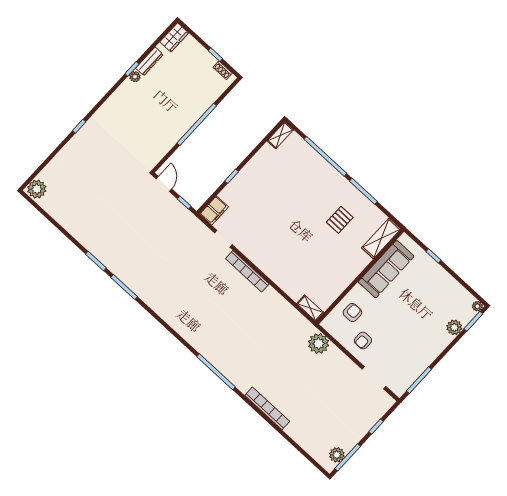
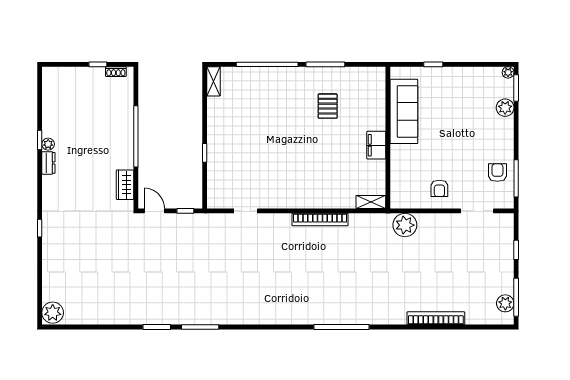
wardrobe: (174, 37) -> (125, 185), moved, turned 180
dresser: (149, 61) -> (48, 163), moved, width x0.70
filing cabinet: (214, 211) -> (376, 145), moved, turned 180
shelving: (381, 238) -> (376, 90), removed
bookcase: (247, 271) -> (320, 220), moved
armchair: (352, 312) -> (497, 173), moved
bookcase: (267, 408) -> (436, 318), moved

